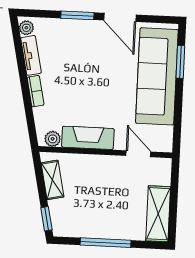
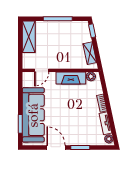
door: (138, 154) -> (42, 70), hinge flipped

